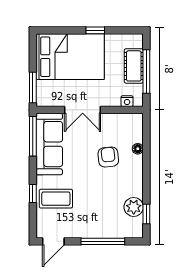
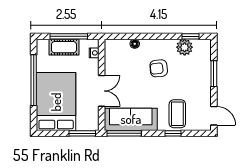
window: (95, 30) -> (34, 80), width x3.17
armchair: (108, 157) -> (159, 68), moved
window: (103, 241) -> (214, 74), width x0.69

